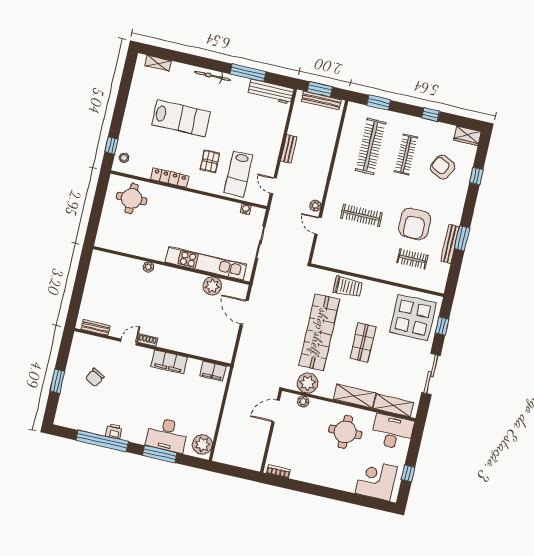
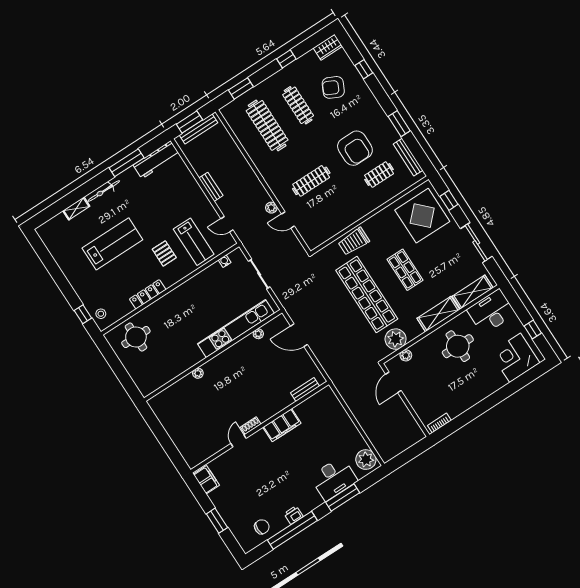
shelving: (158, 63) -> (76, 209), moved
bench: (450, 244) -> (408, 157), moved
plant: (212, 286) -> (258, 334), width x0.53, depth x0.53
trolley: (348, 287) -> (354, 241), turned 180
bench: (96, 327) -> (305, 389), moved
filing cabinet: (213, 371) -> (206, 480), moved, turned -90
chair: (95, 378) -> (262, 527), moved, turned -117

